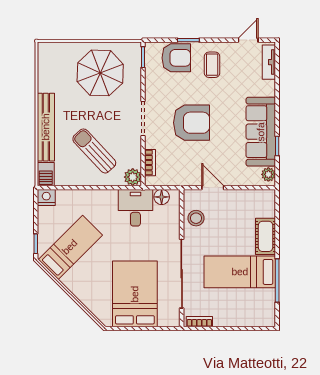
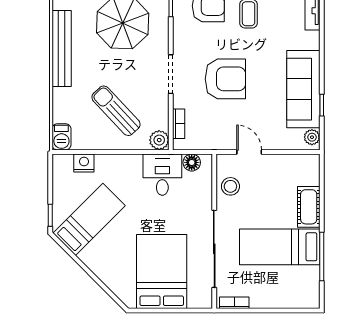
bench: (46, 127) -> (62, 48), moved
nightstand: (46, 197) -> (84, 163), moved

